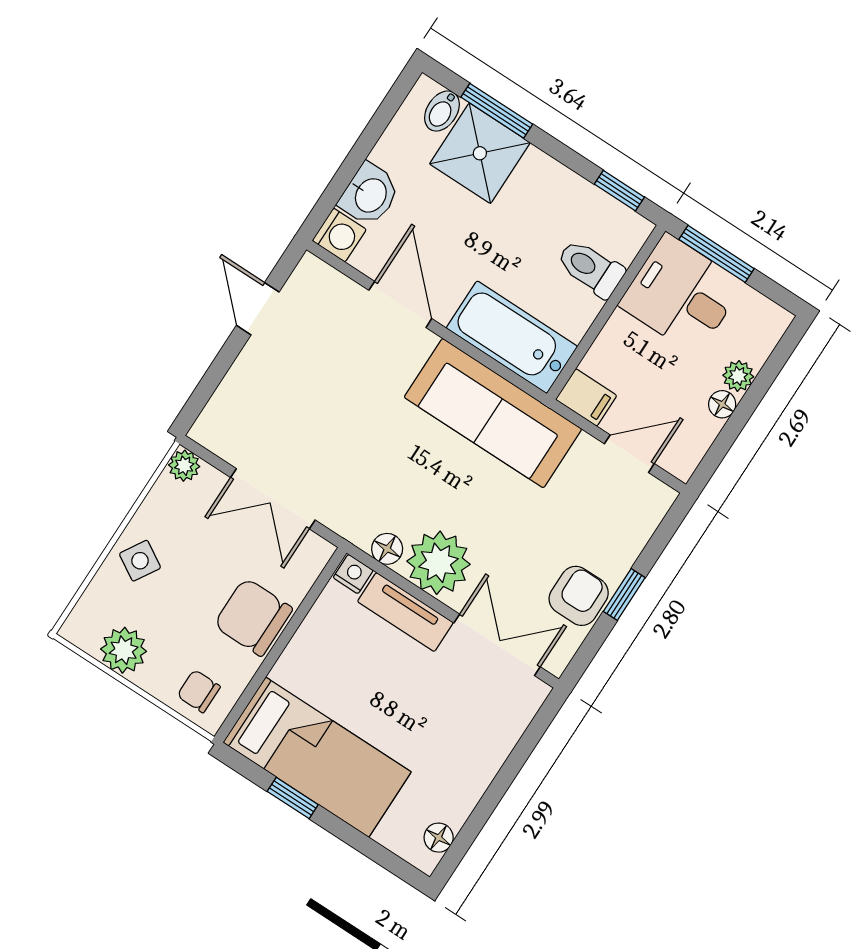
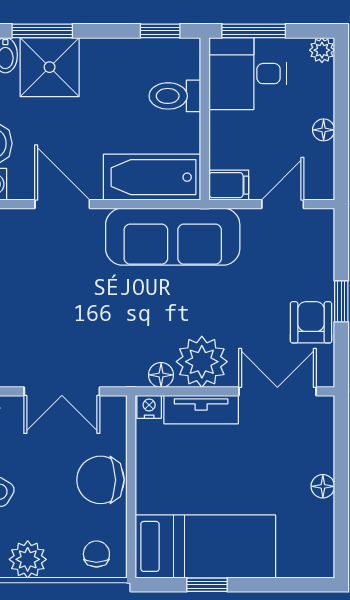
plant: (738, 376) -> (322, 50), moved
chair: (199, 691) -> (96, 554), turned 90
floor lamp: (439, 838) -> (323, 486), moved

